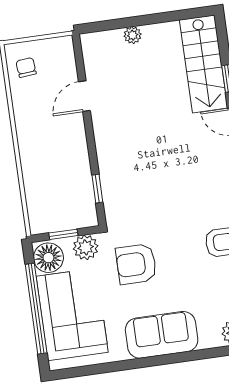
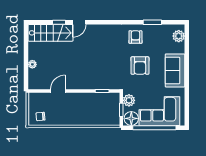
door: (84, 96) -> (58, 91), swing flipped
armchair: (136, 264) -> (140, 66), moved

